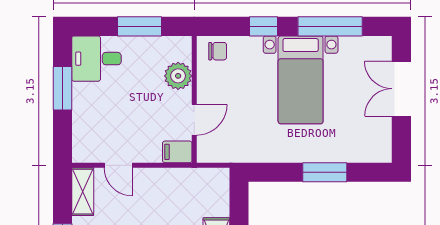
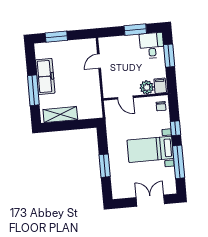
window: (139, 26) -> (169, 56), moved
filing cabinet: (177, 152) -> (160, 86), moved
shelving: (83, 192) -> (84, 44), removed

